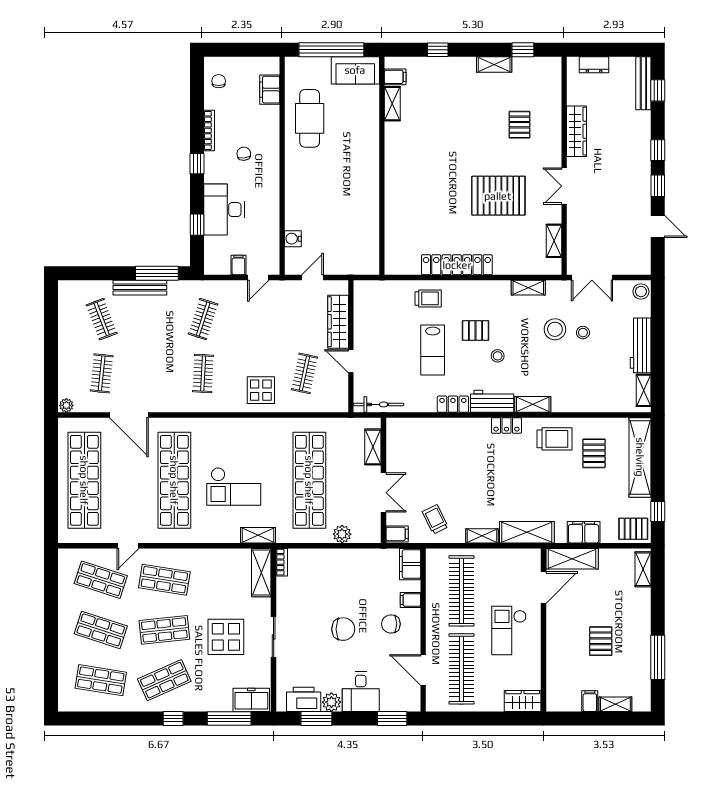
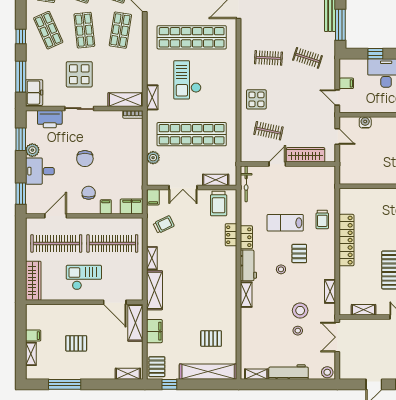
locker: (506, 425) -> (231, 235), moved
trolley: (555, 439) -> (219, 203), moved
printer: (304, 699) -> (50, 119), moved, turned 90
wardrobe: (523, 701) -> (33, 281), width x1.50

